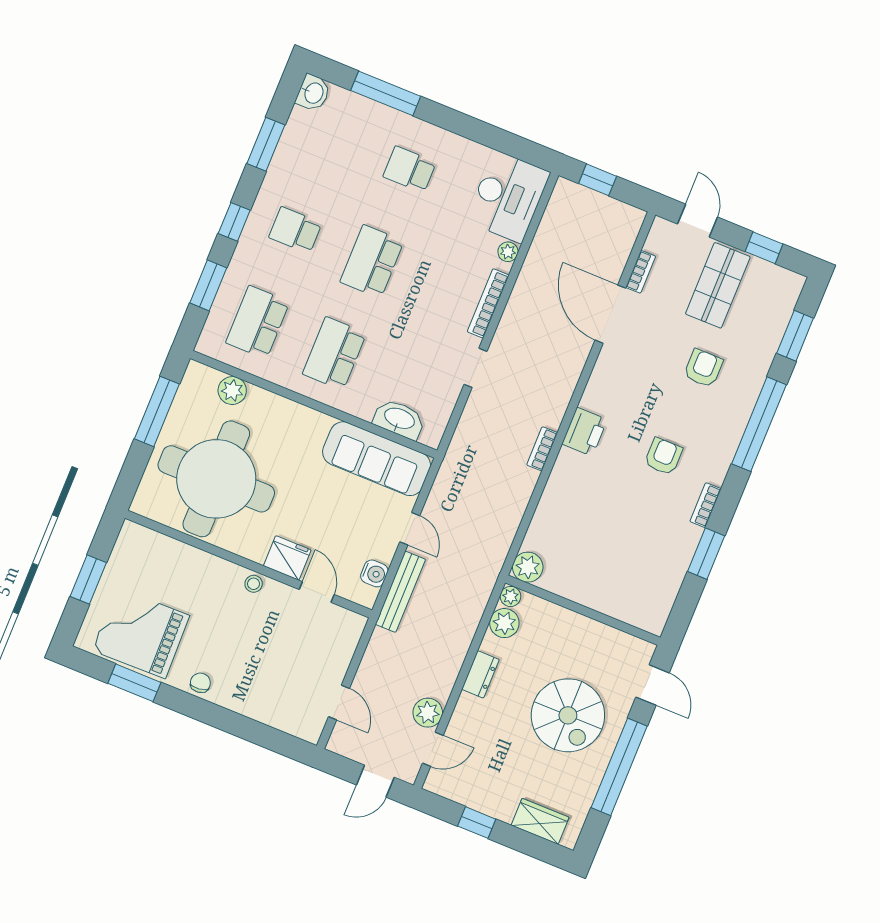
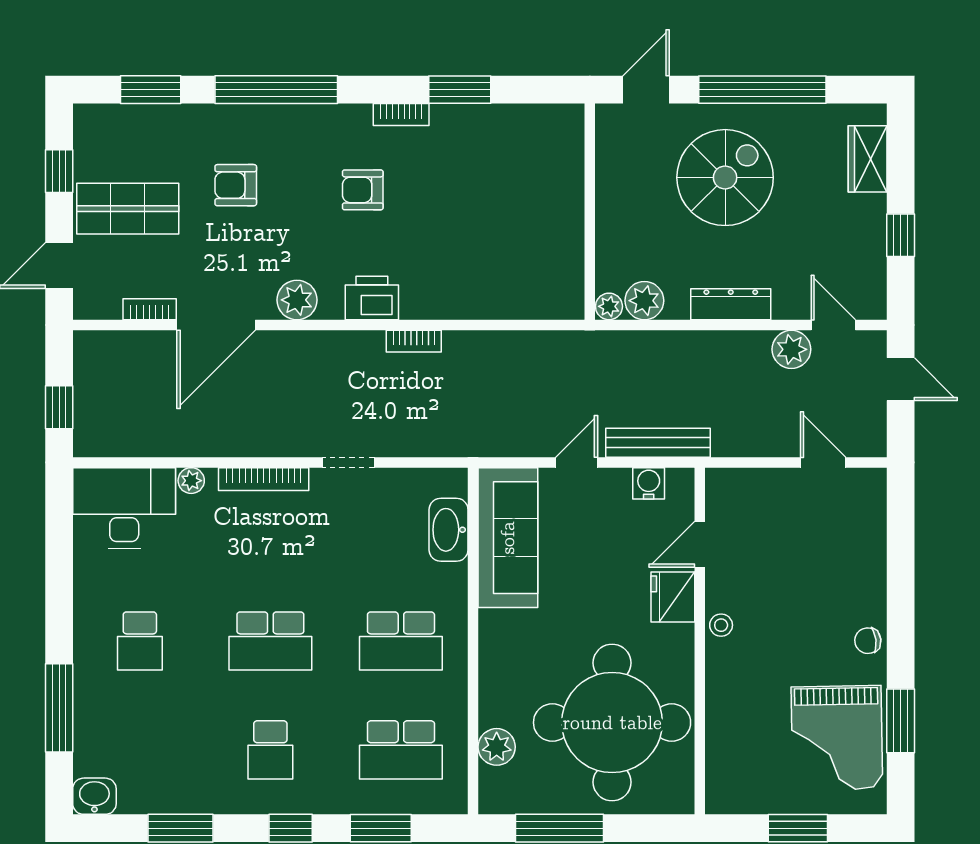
plant: (528, 567) -> (297, 300), moved
dresser: (480, 674) -> (731, 304), width x1.44
door: (339, 703) -> (823, 462), hinge flipped

